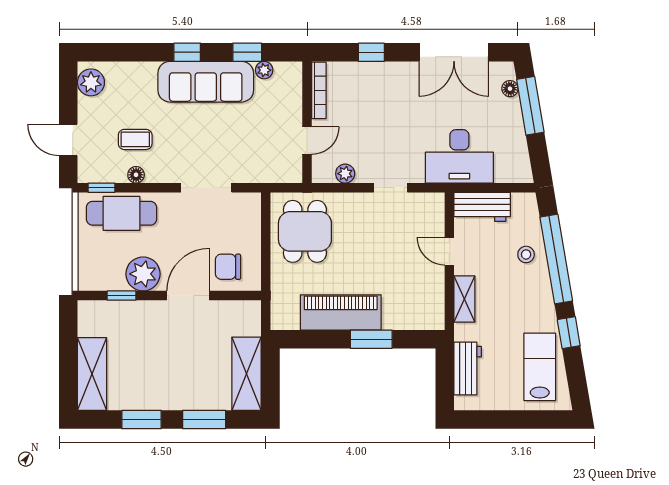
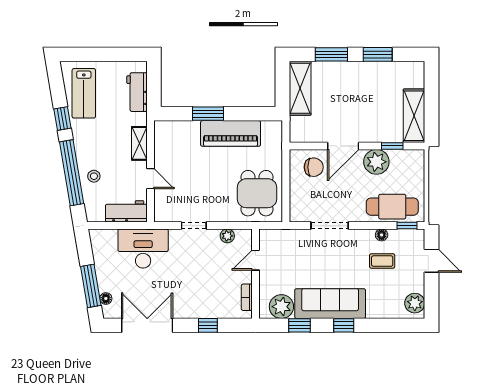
plant: (264, 70) -> (281, 307), width x1.87, depth x1.87
bookcase: (319, 90) -> (247, 297), width x0.64
shelving: (92, 374) -> (414, 116), moved

